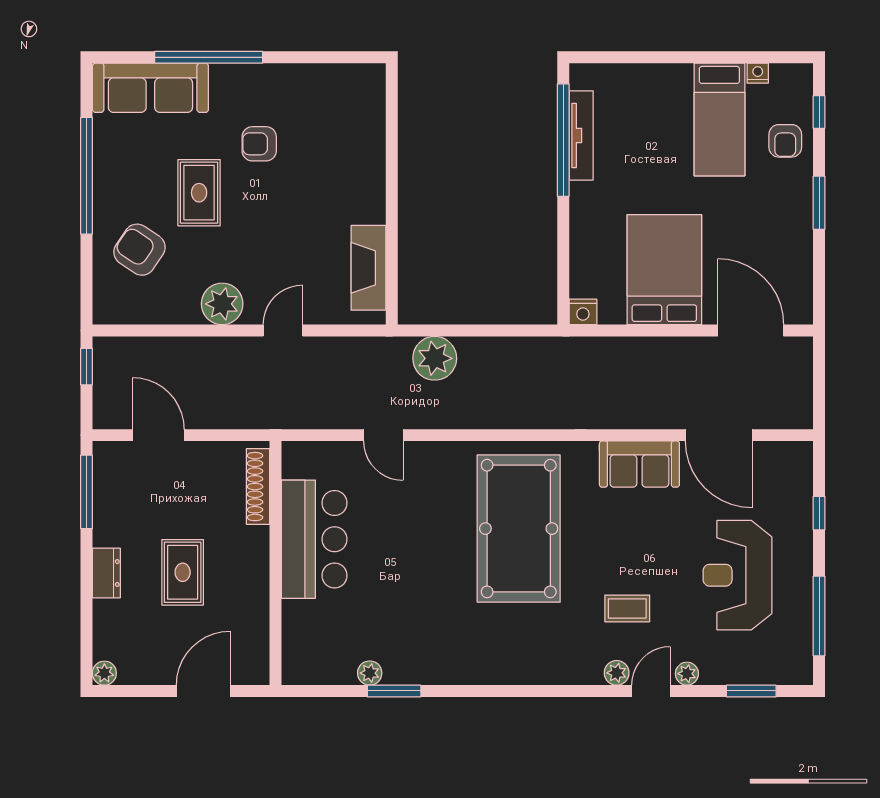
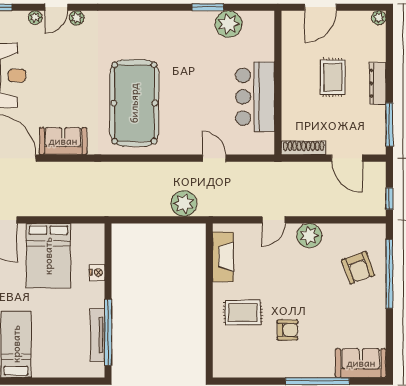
sofa: (150, 88) -> (361, 363), width x0.73
window: (87, 176) -> (389, 274), moved
rug: (199, 193) -> (243, 313), moved, turned 90
armchair: (140, 250) -> (358, 268), turned 36
nightstand: (583, 312) -> (97, 273), moved, turned 90
shoe rack: (258, 487) -> (304, 148), moved, turned -90
dresser: (106, 573) -> (378, 83), width x1.44
coffee table: (627, 608) -> (70, 56), removed
plant: (370, 673) -> (229, 24), width x1.87, depth x1.87

